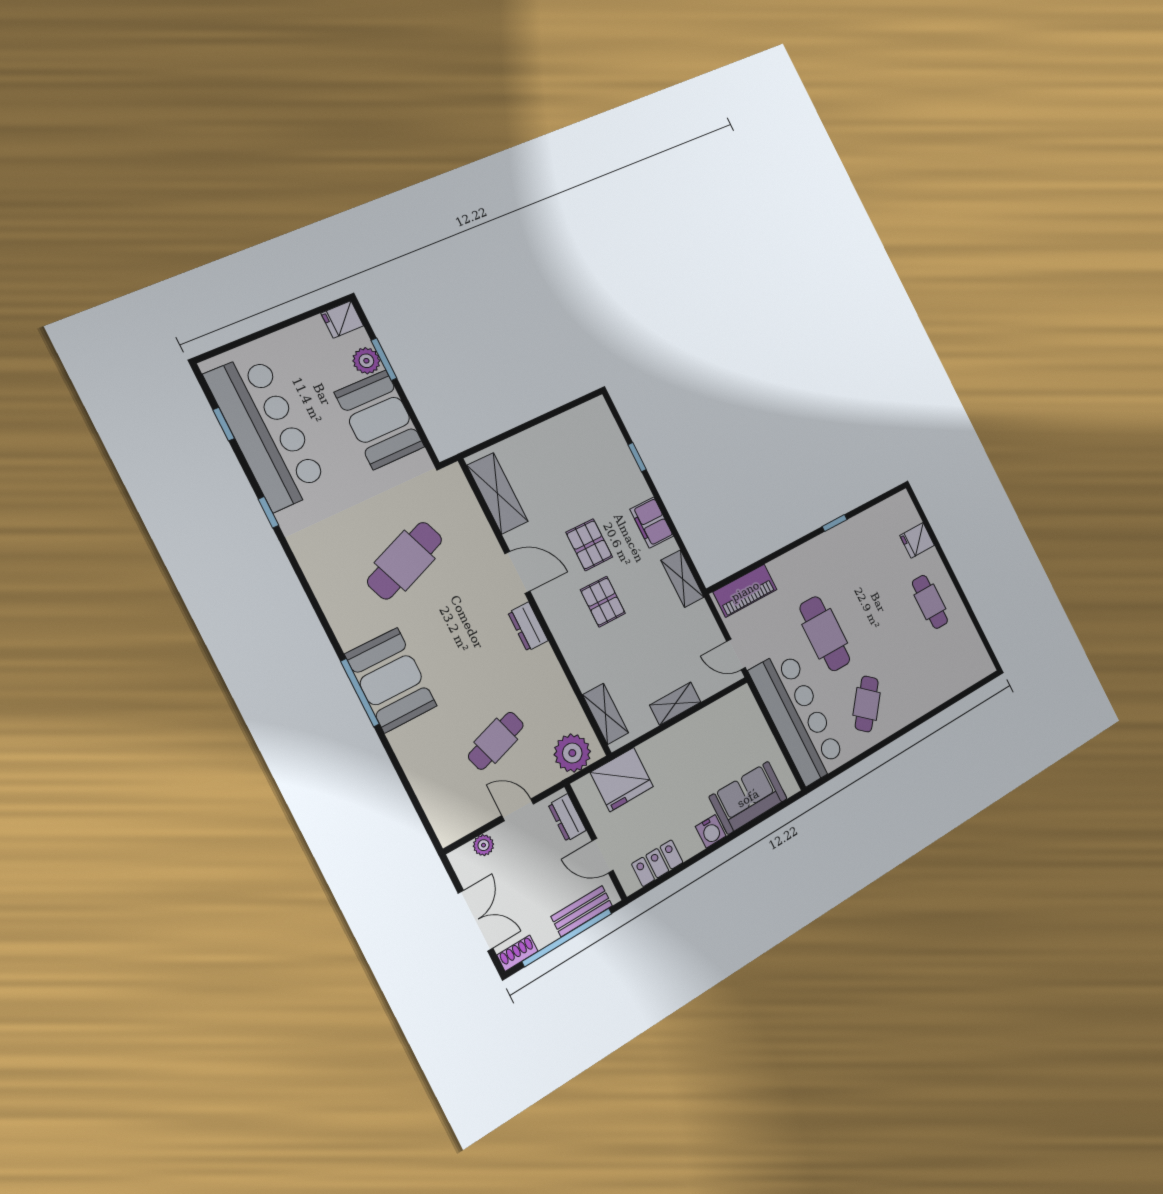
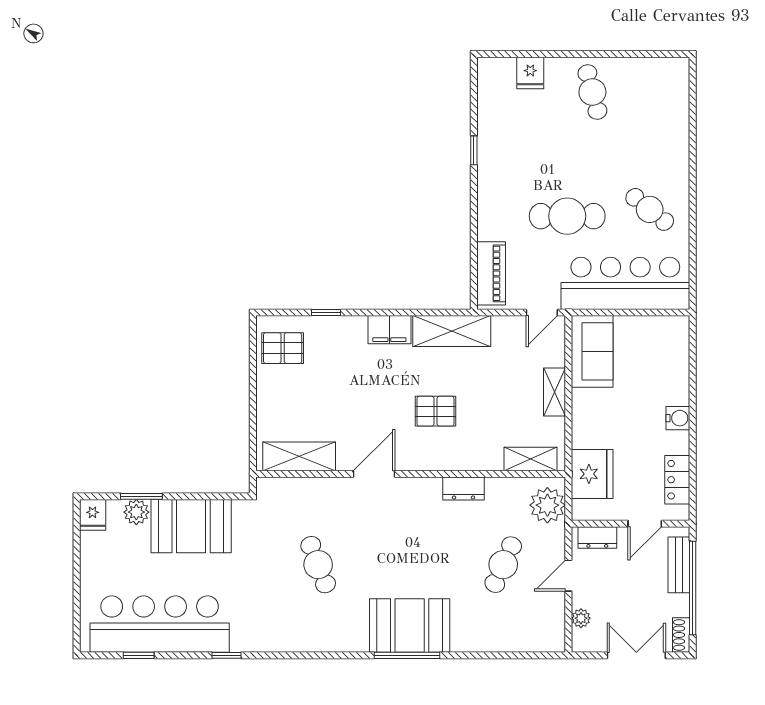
pallet: (589, 545) -> (283, 348), moved
cafe table: (405, 561) -> (318, 565), width x0.73, depth x0.74
shelving: (683, 579) -> (452, 331), width x1.50, depth x1.33
cafe table: (930, 602) -> (592, 92), turned 75
dresser: (528, 627) -> (463, 488), moved
cafe table: (496, 741) -> (503, 565), turned 42
sofa: (748, 798) -> (592, 351), moved, turned 180

